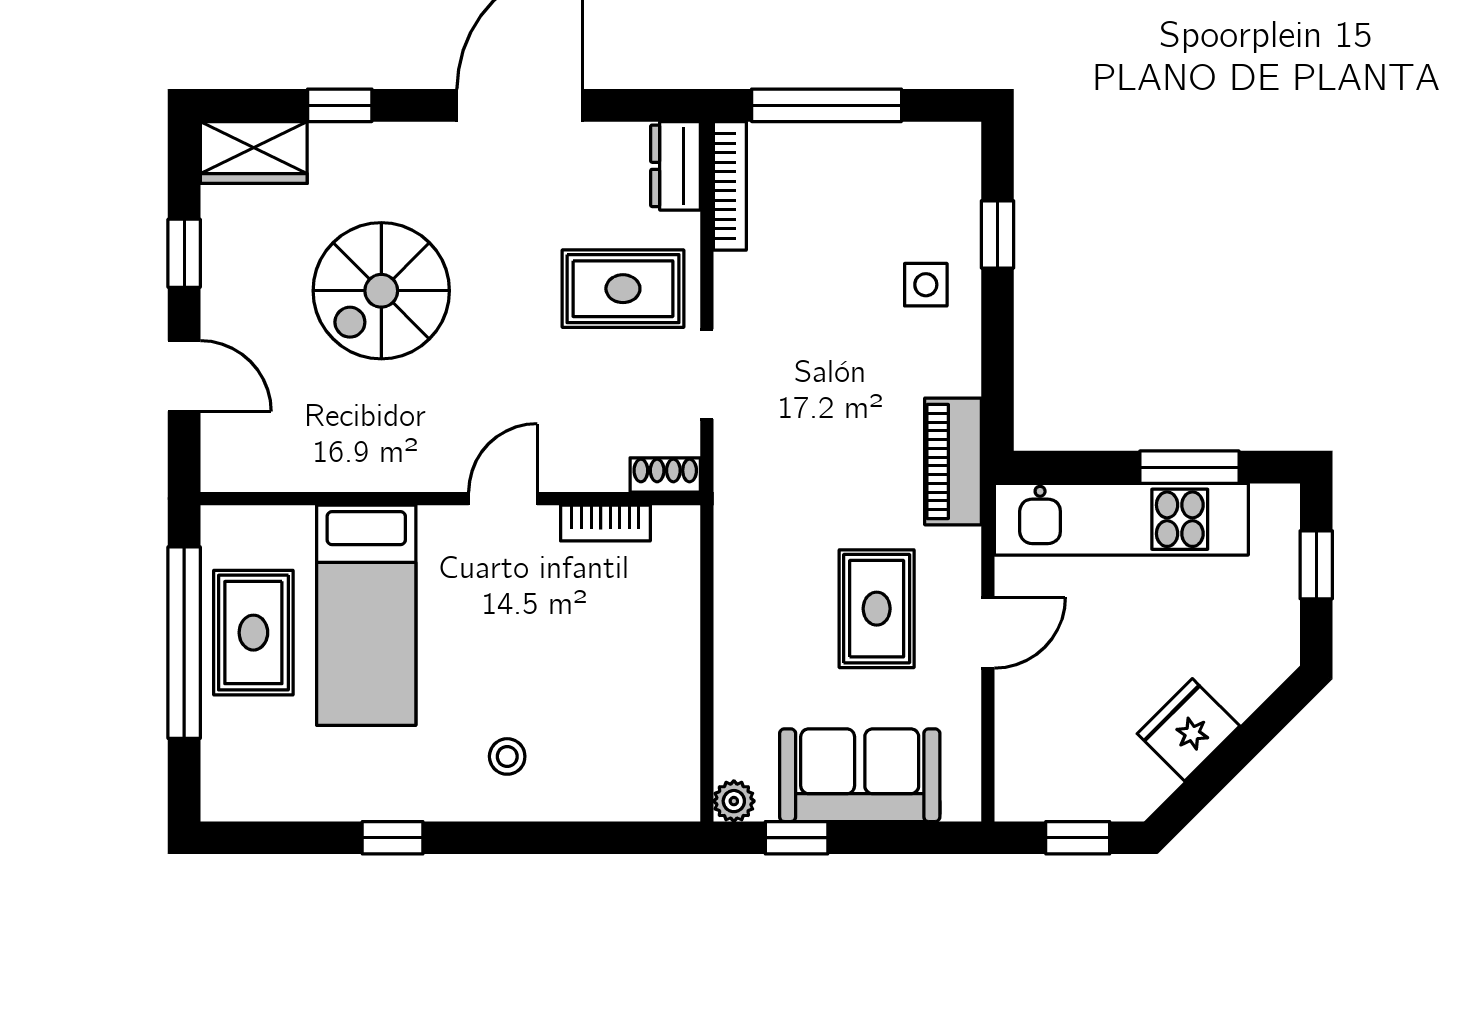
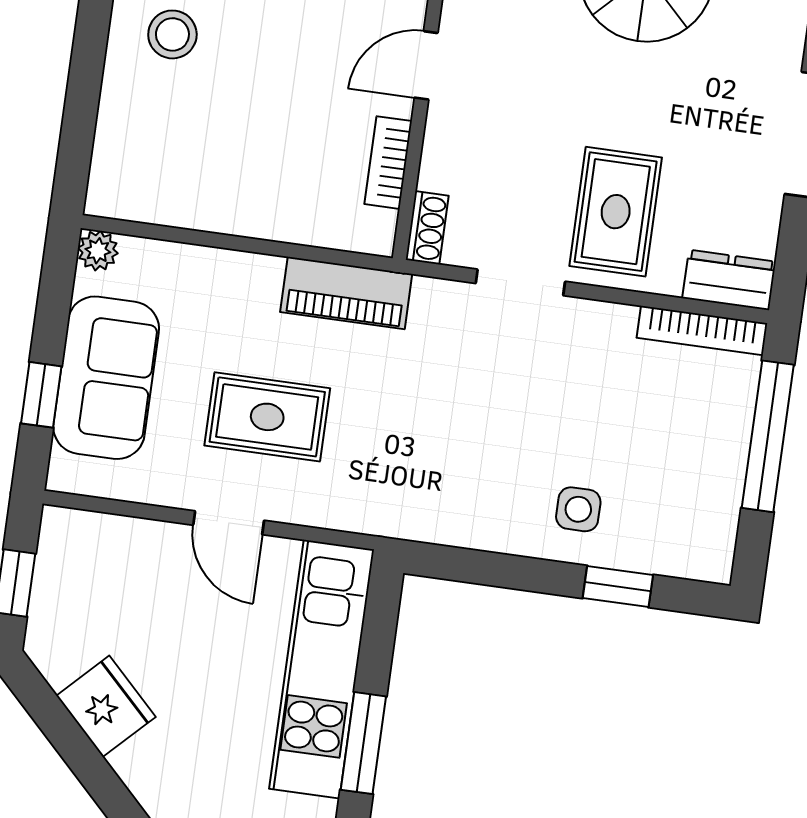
piano: (953, 461) -> (346, 293), moved, turned 180
door: (503, 499) -> (426, 65), swing flipped
stool: (507, 756) -> (172, 34), width x1.37, depth x1.37
window: (797, 838) -> (41, 395), moved

